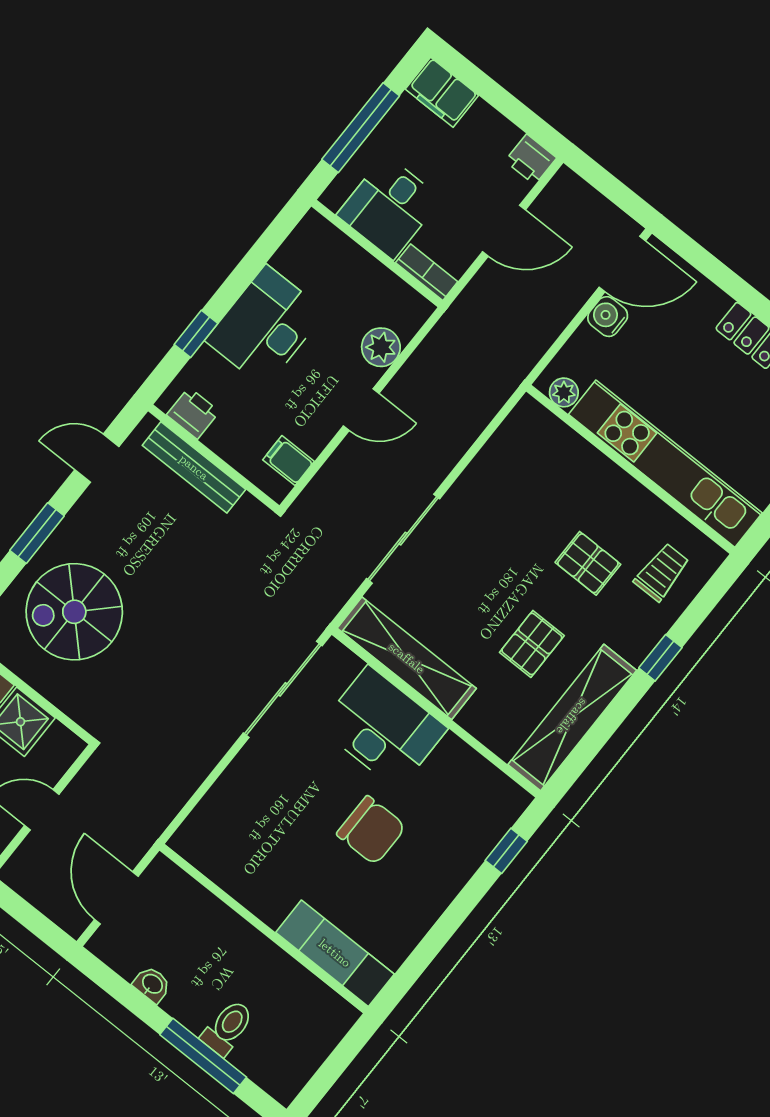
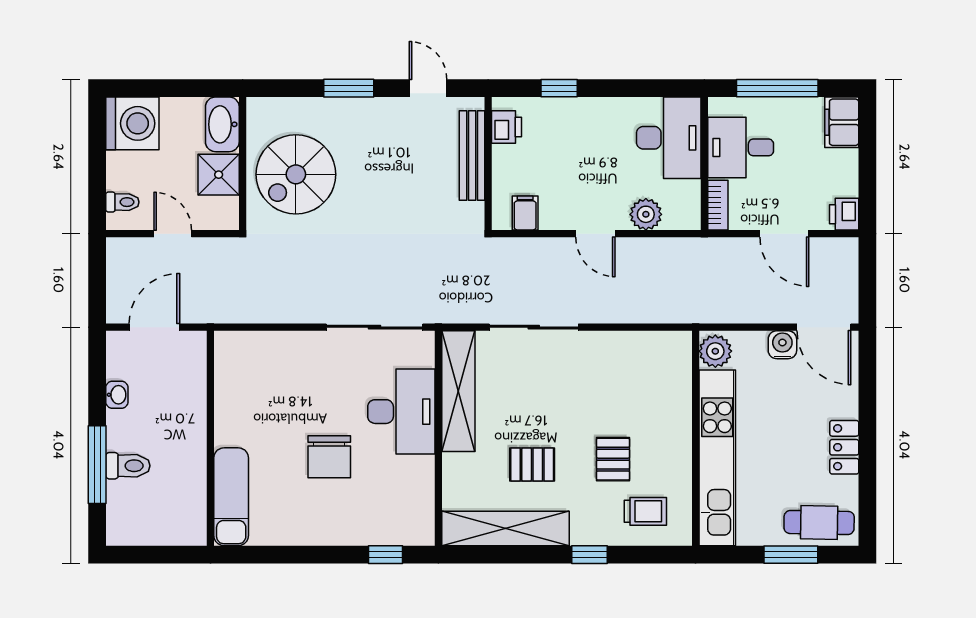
desk: (265, 326) -> (669, 138), moved, turned 90
plant: (564, 392) -> (715, 351), width x1.38, depth x1.38
spiral stairs: (74, 612) -> (296, 174), moved, turned -90

